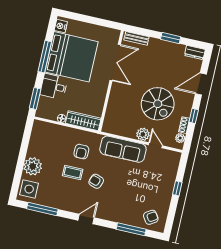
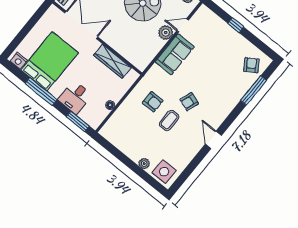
bed: (71, 57) -> (50, 61), width x0.73
wardrobe: (83, 121) -> (112, 61), moved, turned -90
sofa: (123, 149) -> (175, 54), width x0.73
plant: (33, 166) -> (144, 164), width x0.53, depth x0.53
window: (42, 209) -> (190, 168), removed
door: (86, 219) -> (213, 140), moved

